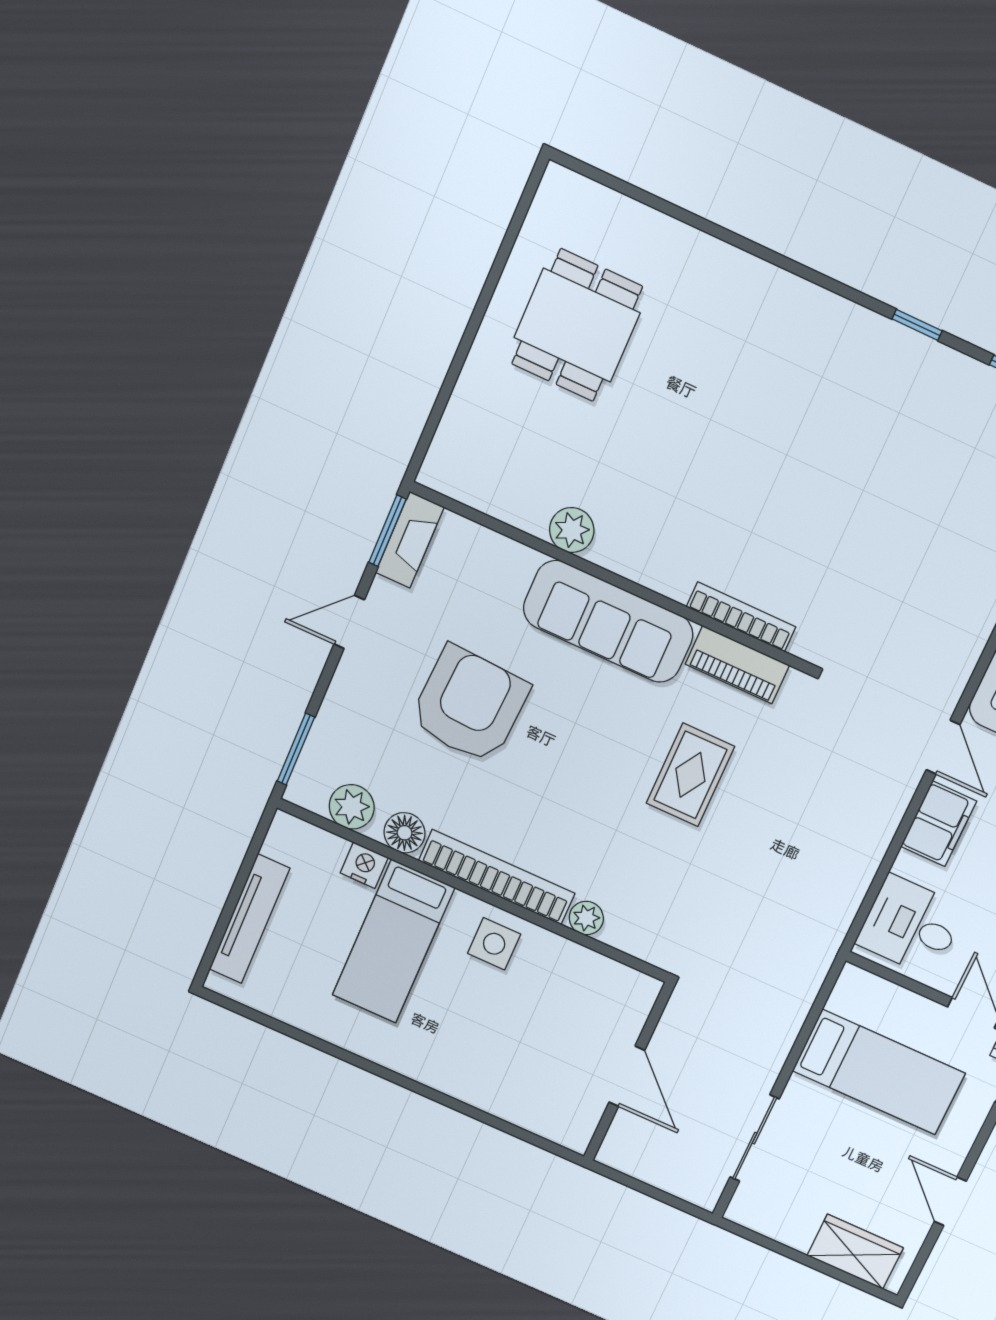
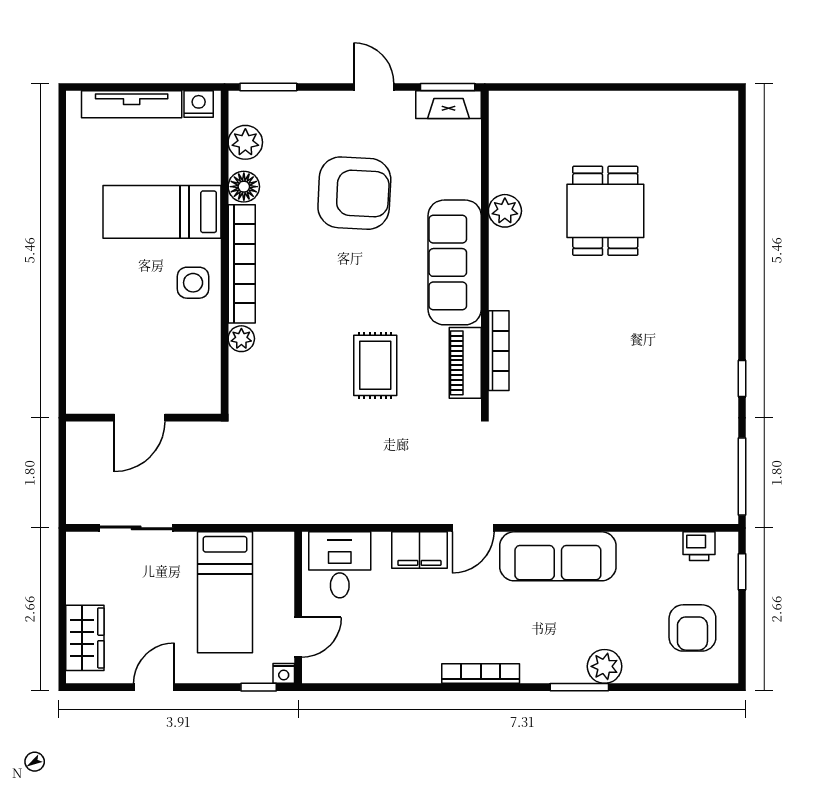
dining table: (577, 325) -> (605, 211), moved, turned 90
rug: (690, 775) -> (375, 365), turned 90
nightstand: (364, 865) -> (199, 104), moved, turned -90

